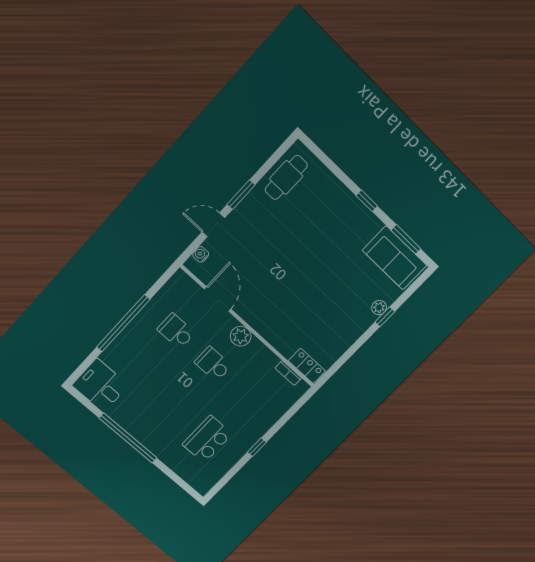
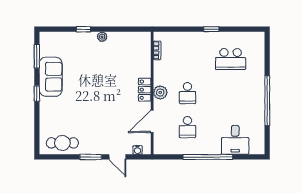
sofa: (395, 258) -> (51, 77), moved
plant: (379, 308) -> (102, 37), moved
locker: (307, 366) -> (145, 90), moved
desk: (100, 385) -> (235, 140), moved

